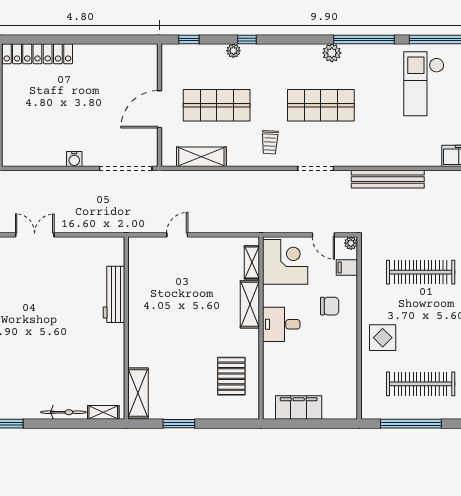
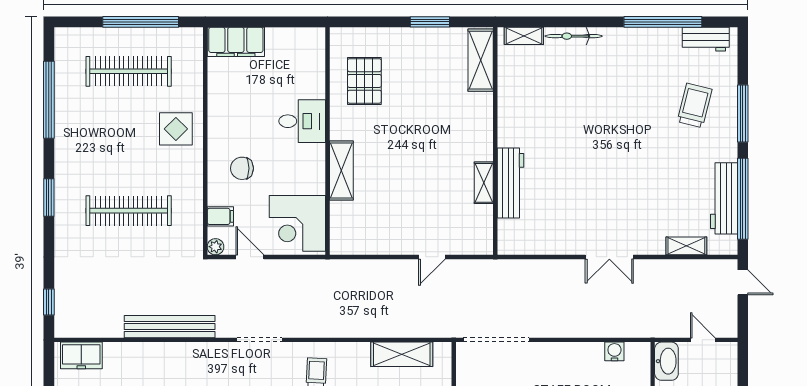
water cooler: (74, 159) -> (614, 351), moved
shelving: (252, 262) -> (484, 183), moved
desk: (281, 324) -> (302, 121), moved
filing cabinet: (299, 408) -> (236, 42), moved

